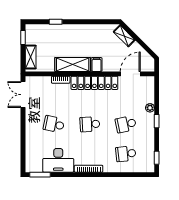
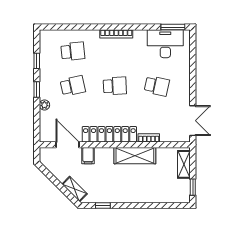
window: (56, 22) -> (103, 206), moved
filing cabinet: (97, 64) -> (88, 156), moved
door: (130, 74) -> (68, 145), swing flipped
window: (157, 158) -> (37, 61), moved
desk: (58, 160) -> (165, 44), moved

